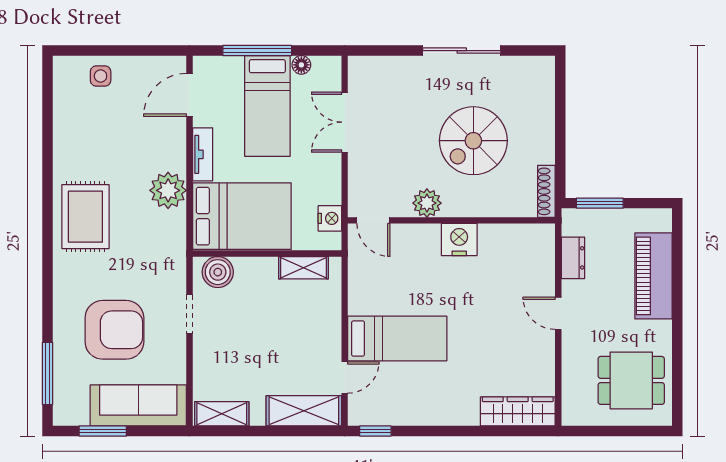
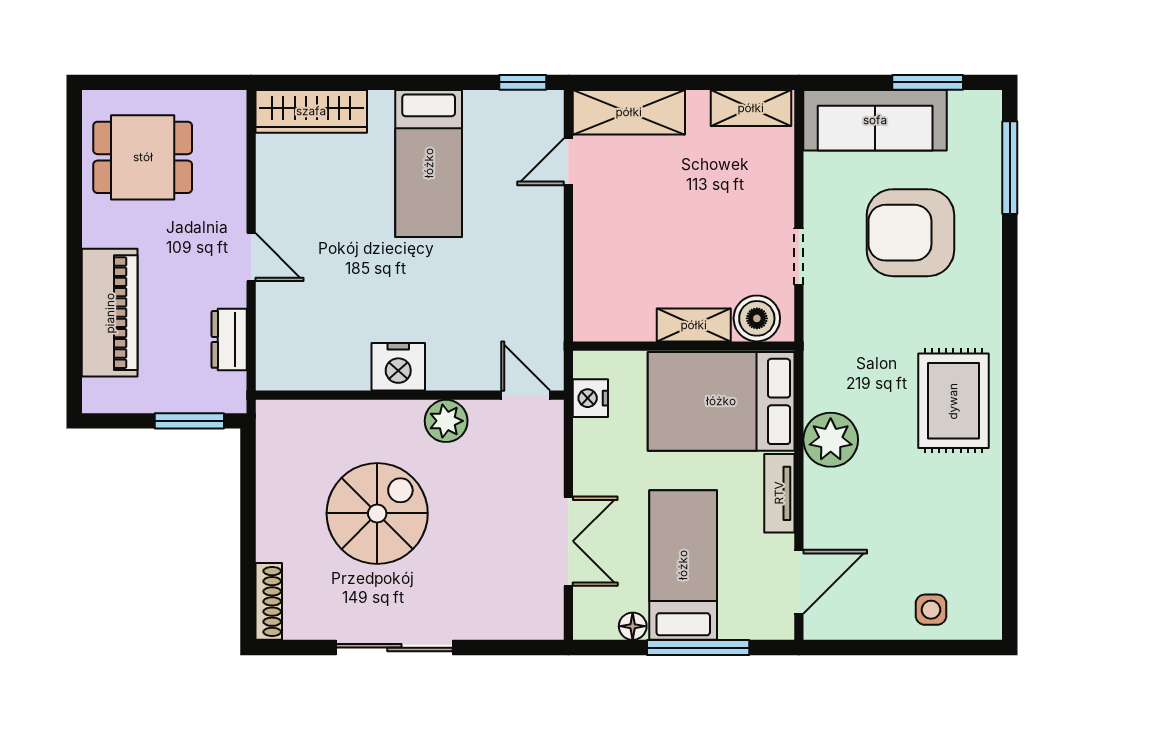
shoe rack: (546, 191) -> (269, 601), moved
shelving: (303, 268) -> (694, 325), moved
bed: (397, 339) -> (429, 163), moved, turned -90

